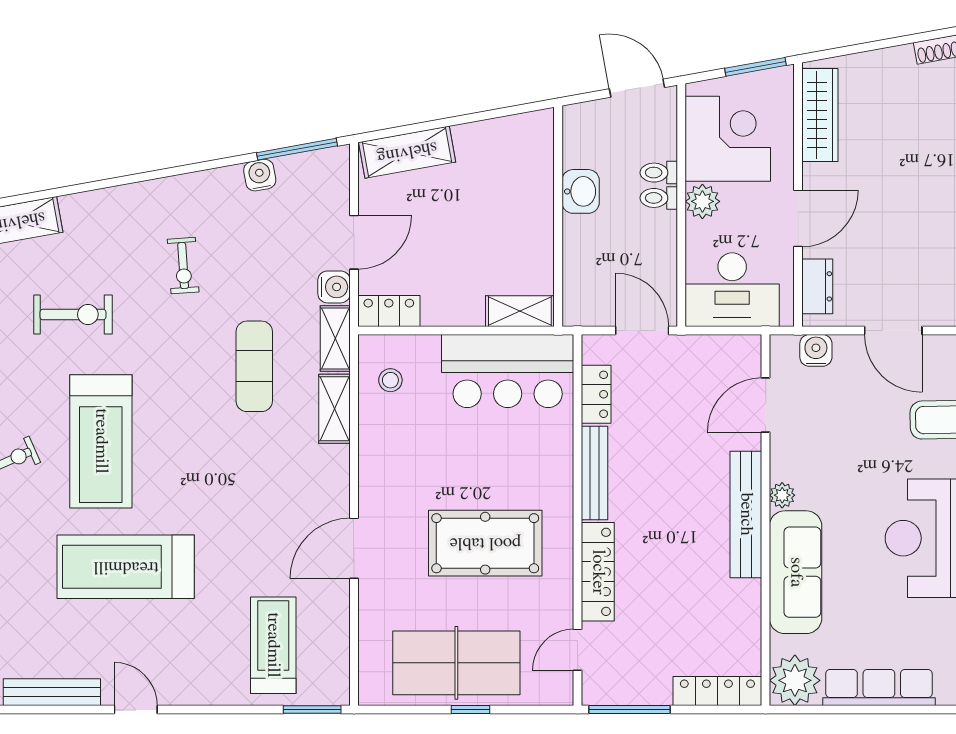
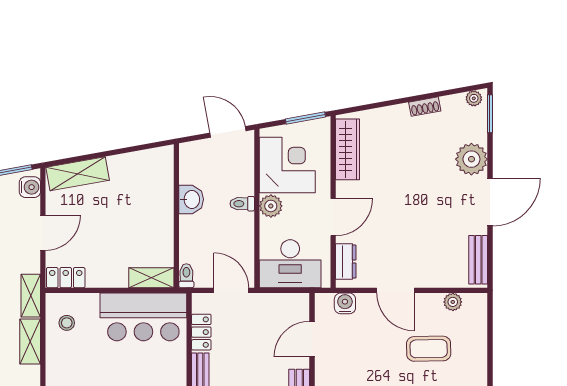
toilet: (659, 173) -> (186, 276), moved, turned 90
water cooler: (334, 287) -> (30, 187), moved

